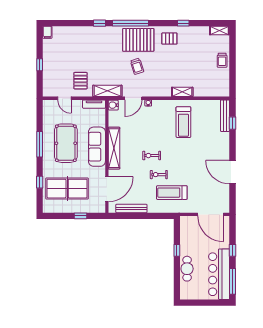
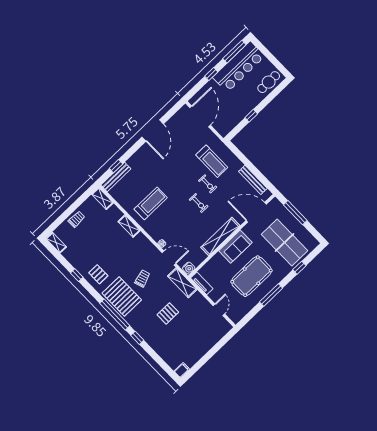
window: (40, 65) -> (212, 352), removed
pallet: (80, 81) -> (168, 313), moved
shelving: (219, 92) -> (102, 198), added
sofa: (97, 147) -> (235, 247), width x0.73
window: (80, 216) -> (295, 213), width x2.17
cafe table: (187, 269) -> (269, 82), moved

